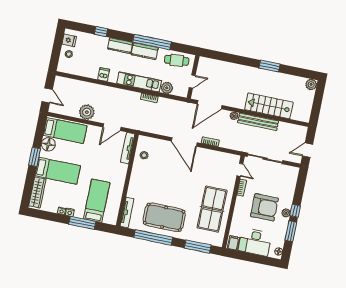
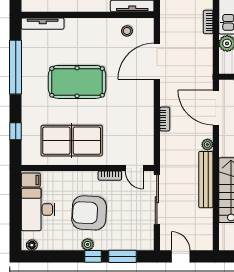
door: (184, 142) -> (157, 61), moved
door: (240, 170) -> (134, 168), hinge flipped
armchair: (264, 207) -> (89, 213), turned 93
pool table: (164, 217) -> (77, 82), moved, turned 90
window: (291, 231) -> (123, 256), moved
window: (198, 247) -> (16, 131), width x0.46

